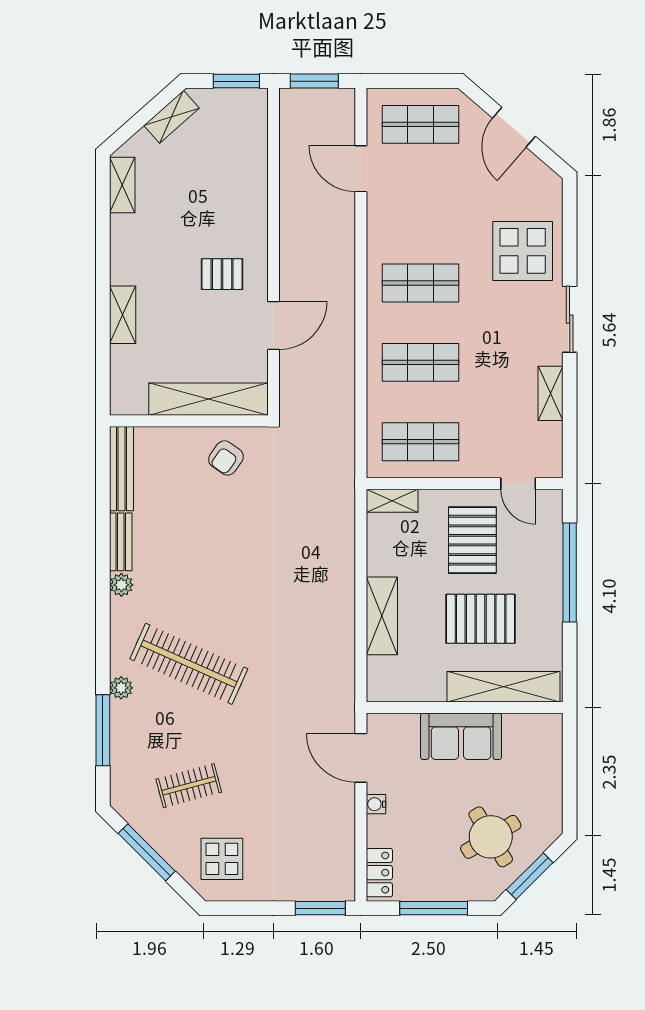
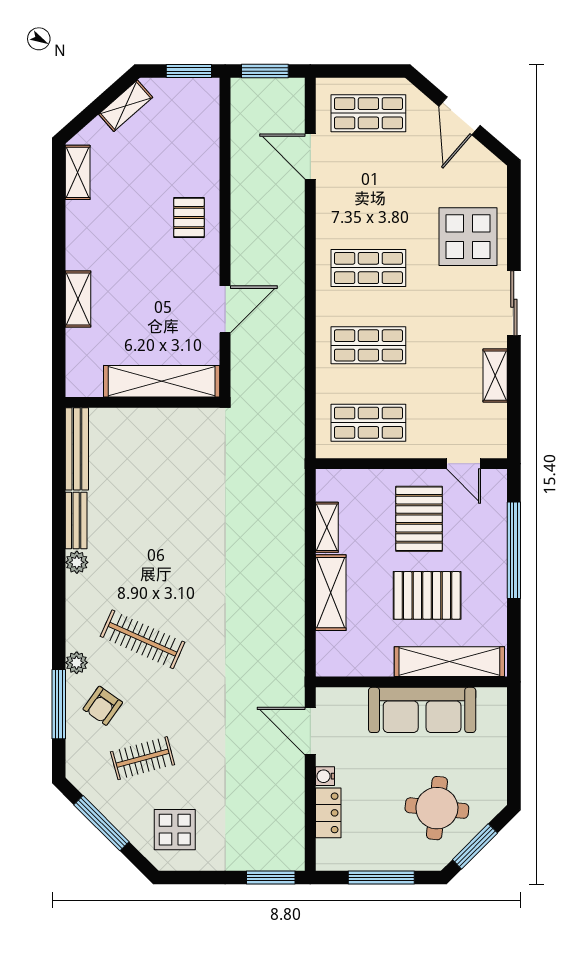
pallet: (222, 274) -> (189, 217), moved, turned 90
armchair: (226, 458) -> (103, 706), moved
shelving: (392, 501) -> (327, 527), moved, turned 90
clothes rail: (189, 664) -> (143, 639), width x0.73, depth x0.76
sofa: (461, 736) -> (422, 710), width x1.36
round table: (491, 837) -> (437, 808), turned 37
locker: (379, 873) -> (328, 813), moved

